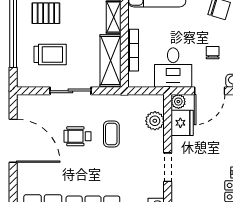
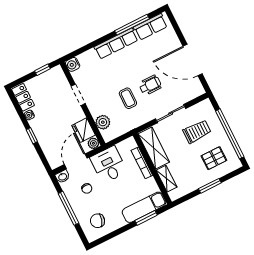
trolley: (50, 54) -> (197, 132), turned 180

